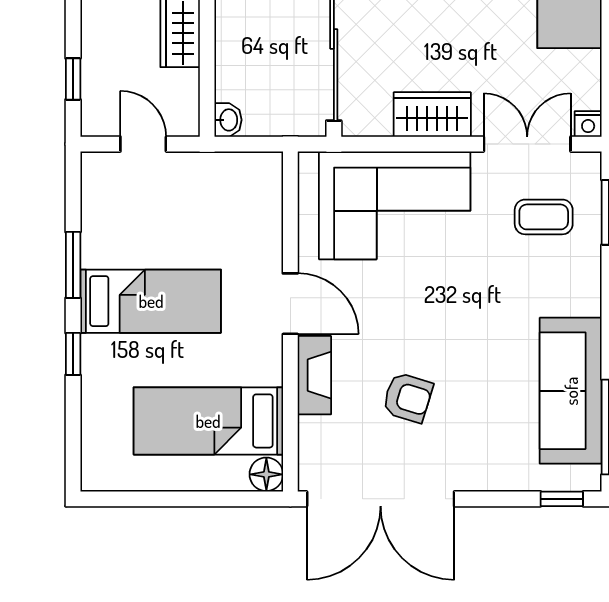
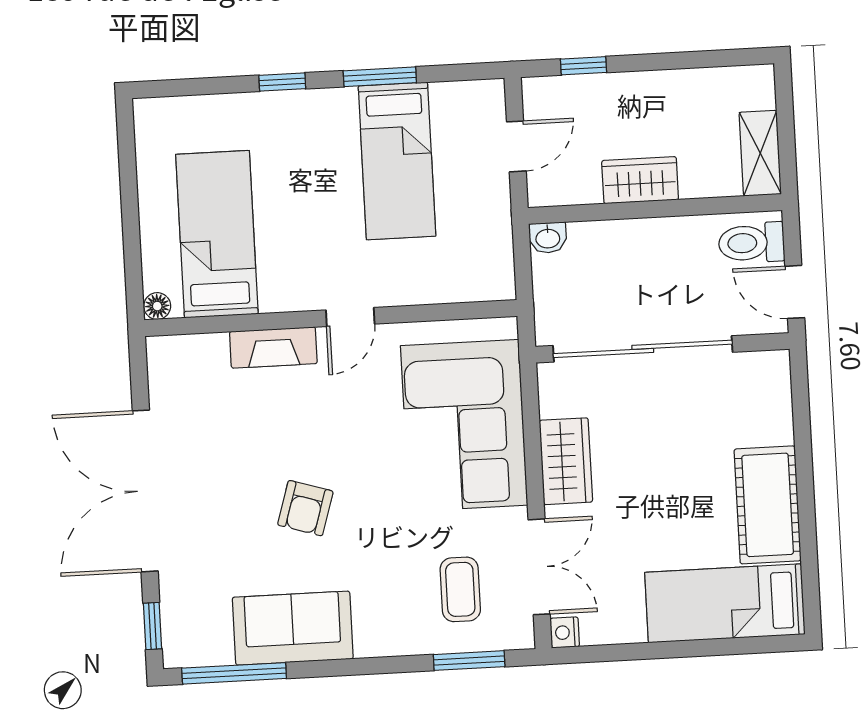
bed: (151, 301) -> (397, 161), moved
door: (290, 304) -> (350, 317), width x0.73
sofa: (571, 391) -> (293, 628), width x0.73
armchair: (408, 398) -> (305, 508), moved
floor lamp: (266, 474) -> (157, 306), width x0.73, depth x0.73
double door: (381, 499) -> (145, 491), moved

